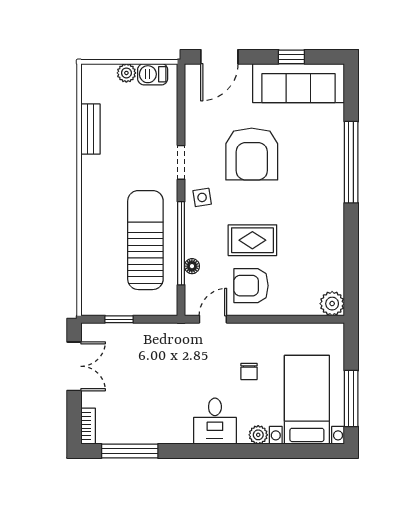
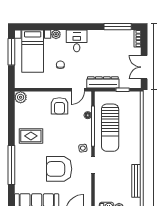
bench: (90, 129) -> (136, 181), width x1.36
armchair: (252, 154) -> (59, 169), turned -90
rug: (252, 240) -> (31, 136), moved
armchair: (251, 286) -> (59, 106), turned 90
dresser: (160, 334) -> (103, 82), added

